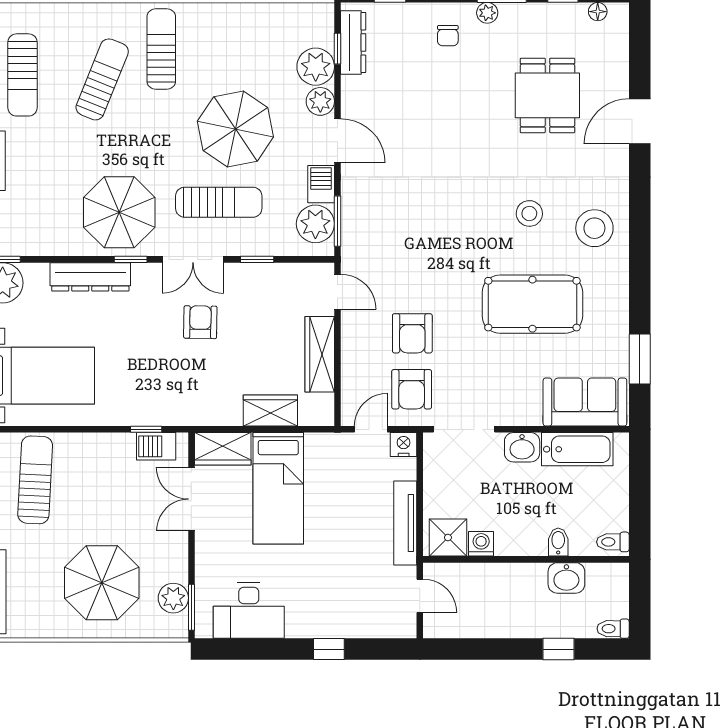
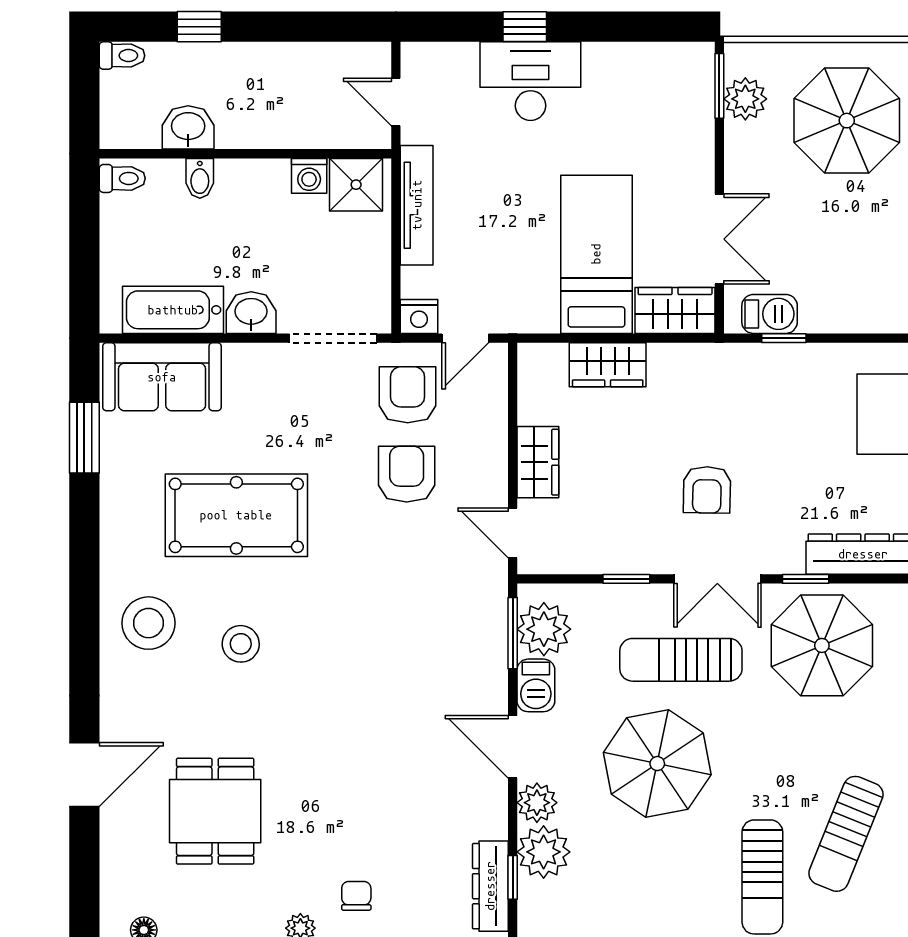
double door: (193, 259) -> (717, 579), swing flipped
wardrobe: (320, 354) -> (538, 462), width x0.67
desk: (249, 611) -> (530, 81), moved

